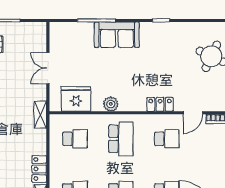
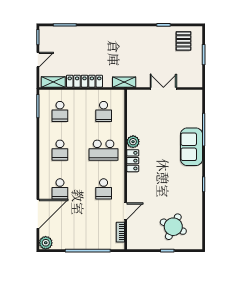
fridge: (76, 99) -> (137, 112), removed
locker: (160, 104) -> (133, 161), moved
door: (193, 113) -> (126, 211), swing flipped
locker: (39, 169) -> (84, 81), width x1.53

